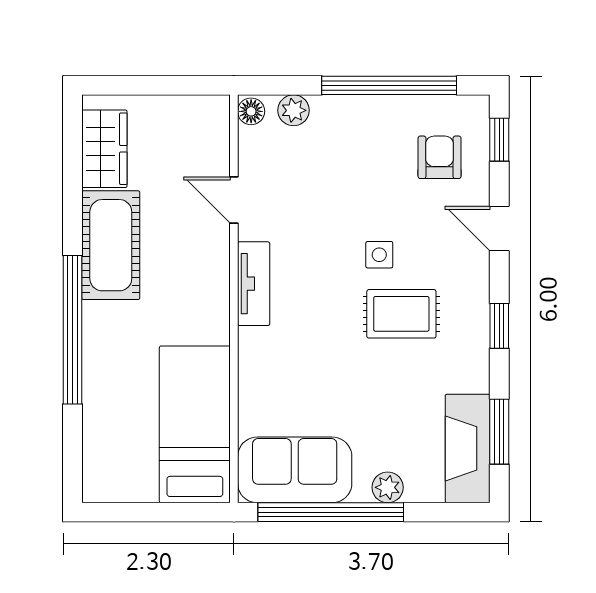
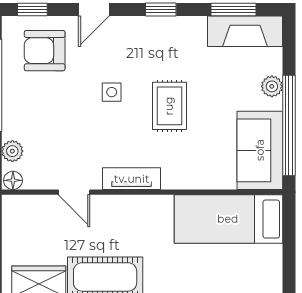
armchair: (440, 157) -> (45, 51), width x1.38, depth x1.38
door: (234, 200) -> (74, 192), hinge flipped
rug: (401, 314) -> (169, 106), moved

